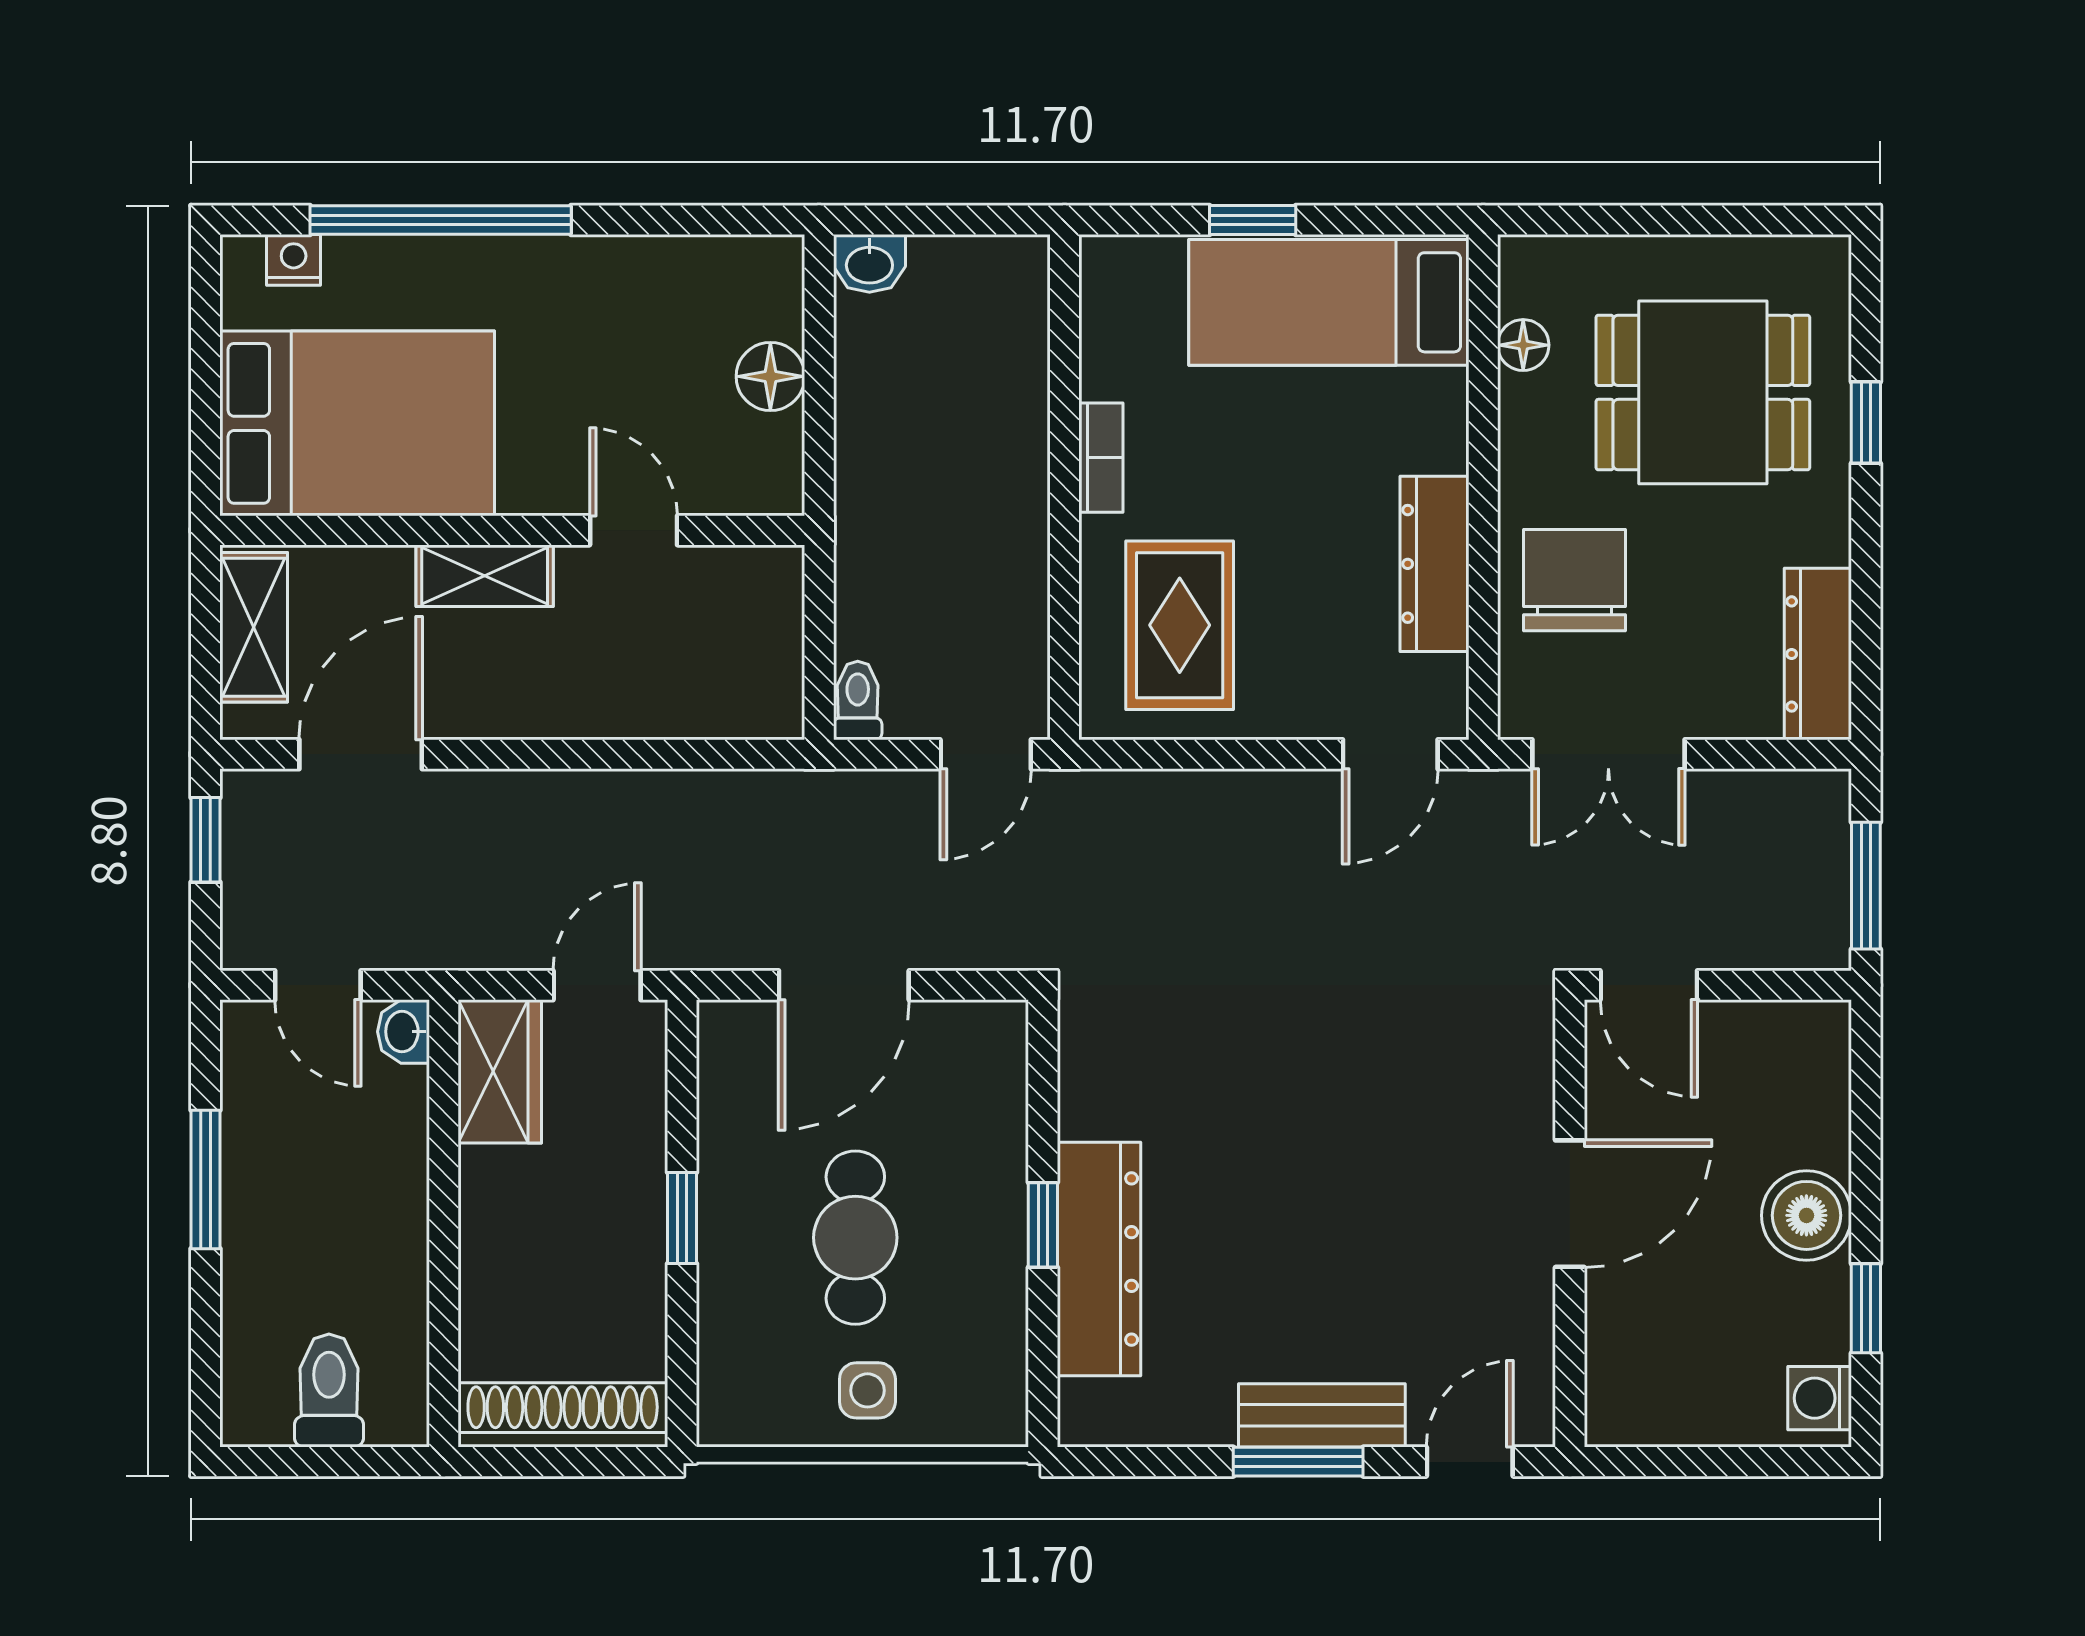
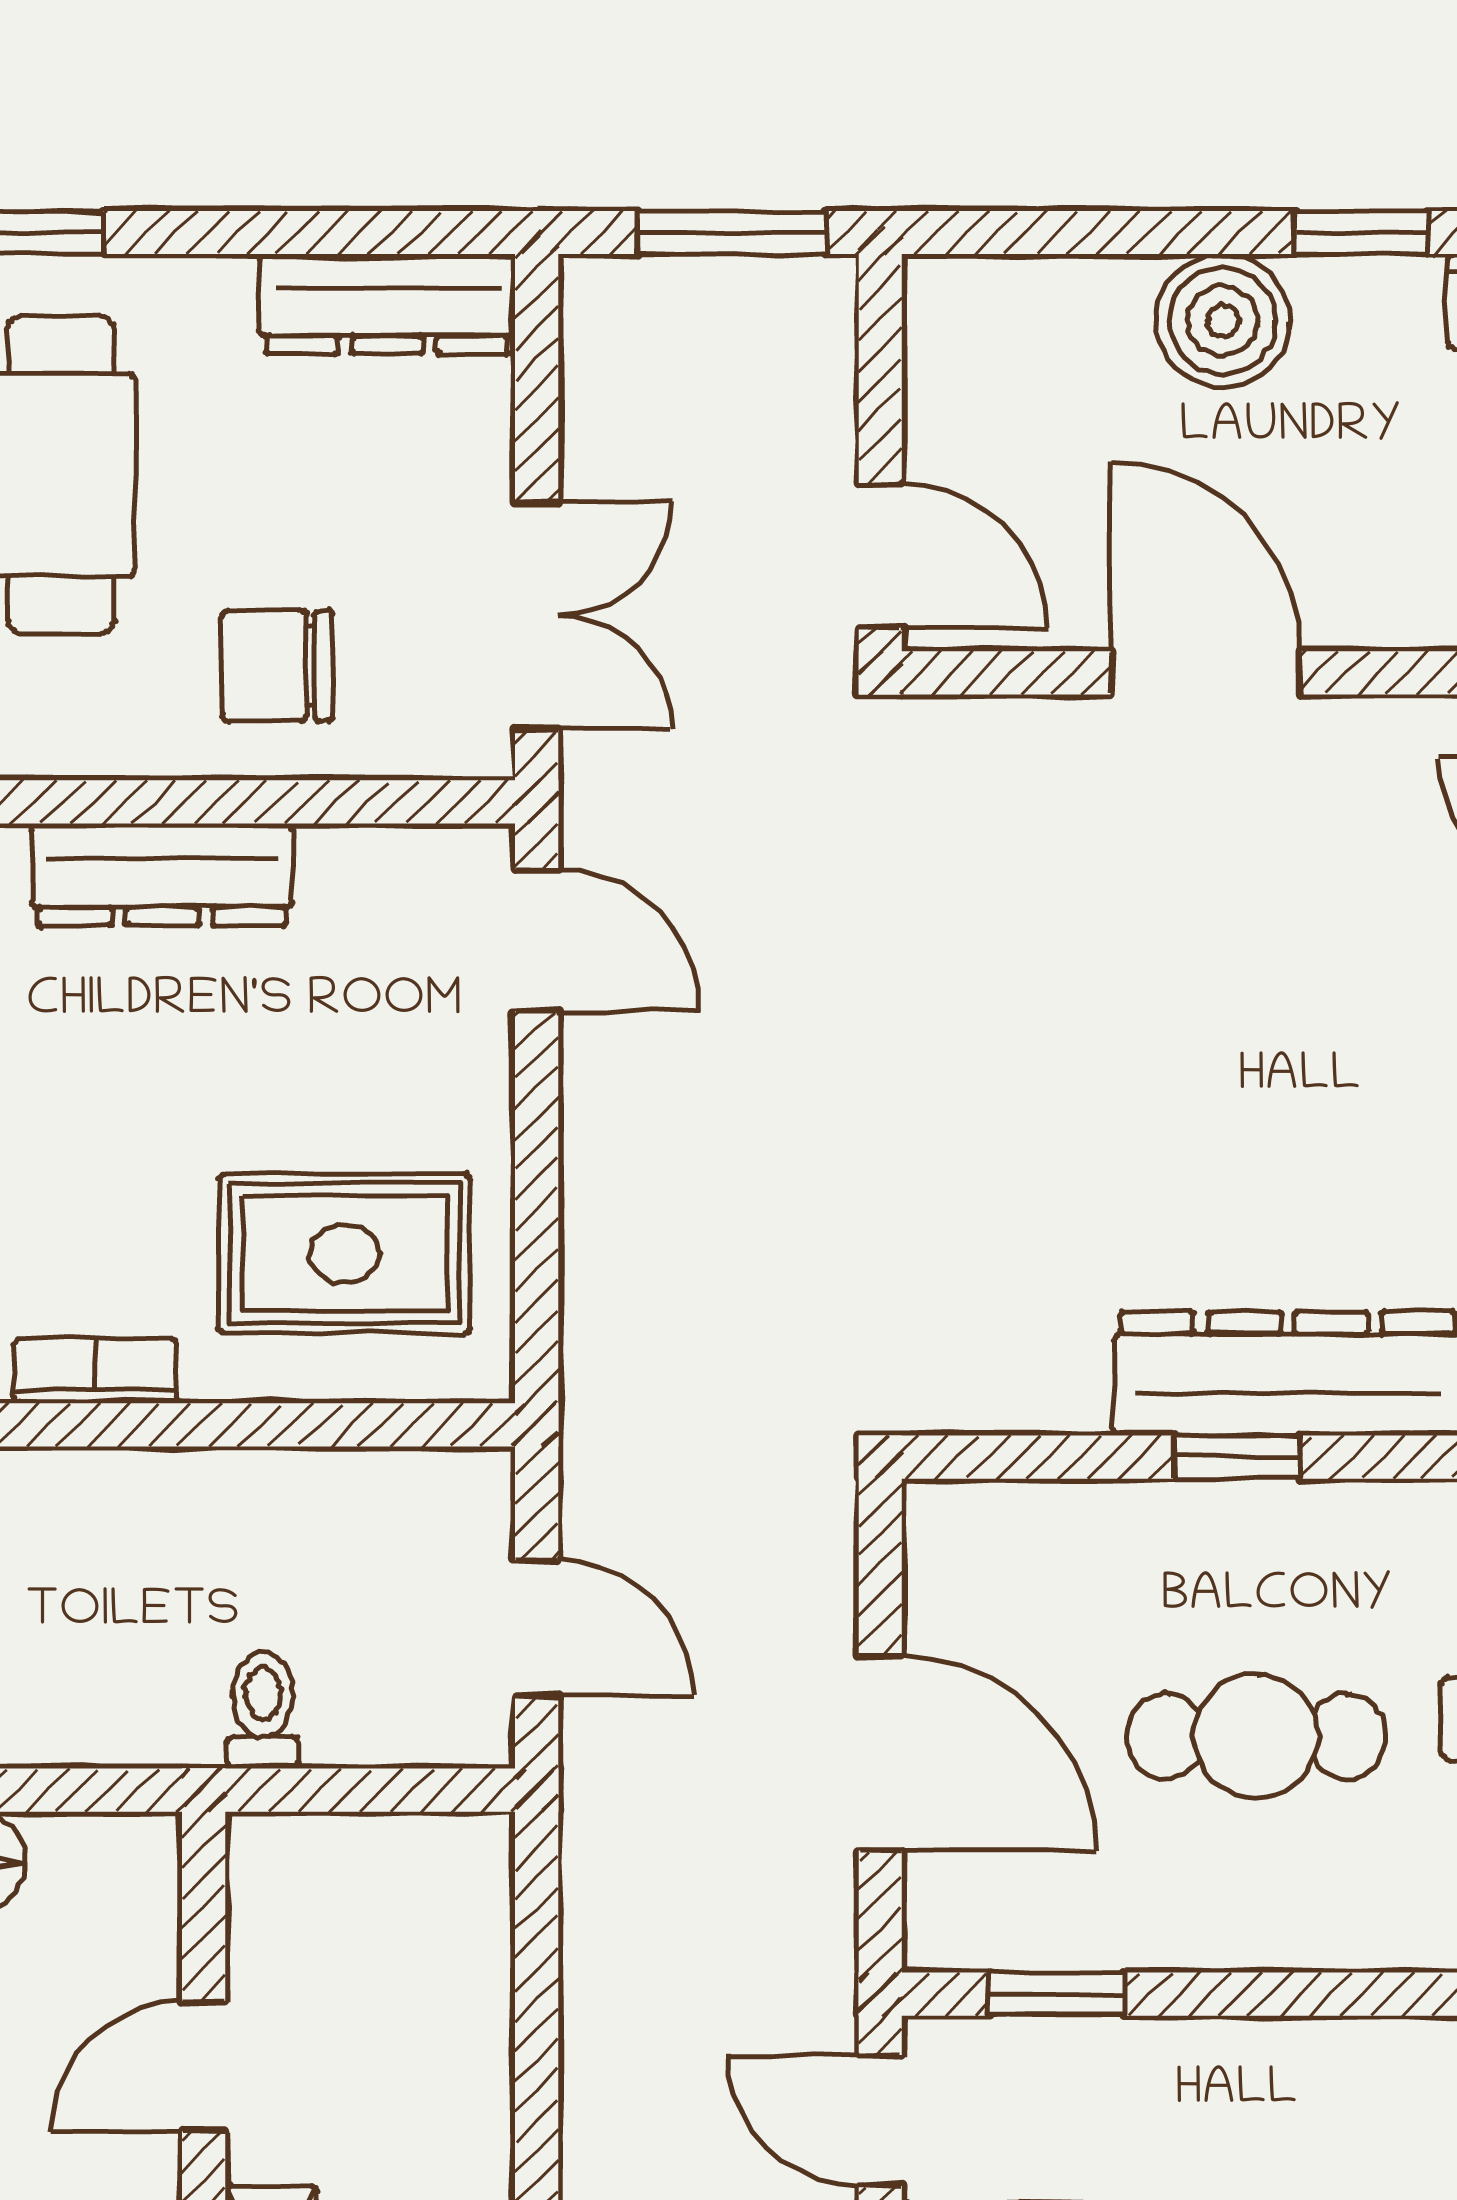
dresser: (1434, 564) -> (162, 874), moved
chair: (1575, 580) -> (277, 666), width x0.73, depth x0.73
toilet: (858, 700) -> (263, 1710), moved, turned 90
door: (986, 754) -> (537, 1628), moved
door: (1649, 985) -> (880, 555), hinge flipped
window: (682, 1218) -> (1056, 1994), moved

